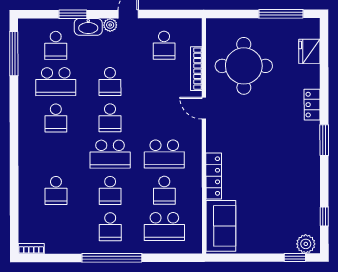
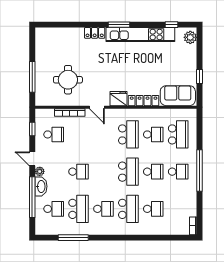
window: (73, 14) -> (32, 197), width x2.11
window: (172, 14) -> (32, 129), added
window: (281, 14) -> (32, 77), moved
fridge: (309, 51) -> (118, 99), moved, turned 180
window: (14, 54) -> (73, 238), moved
round table: (244, 66) -> (68, 80), width x0.73, depth x0.73
door: (204, 108) -> (97, 107), hinge flipped
school desk: (110, 118) -> (128, 209), moved, width x1.85
kitchen unit: (310, 171) -> (140, 35), added
window: (295, 257) -> (200, 77), moved

